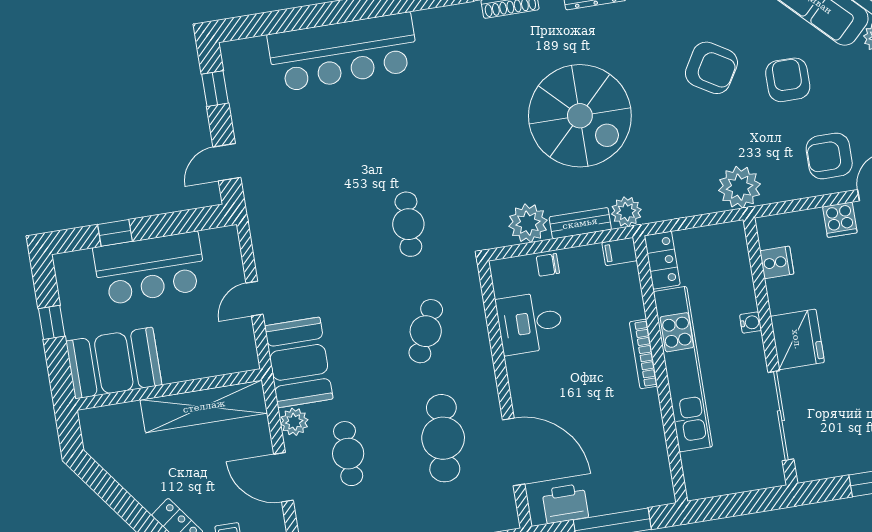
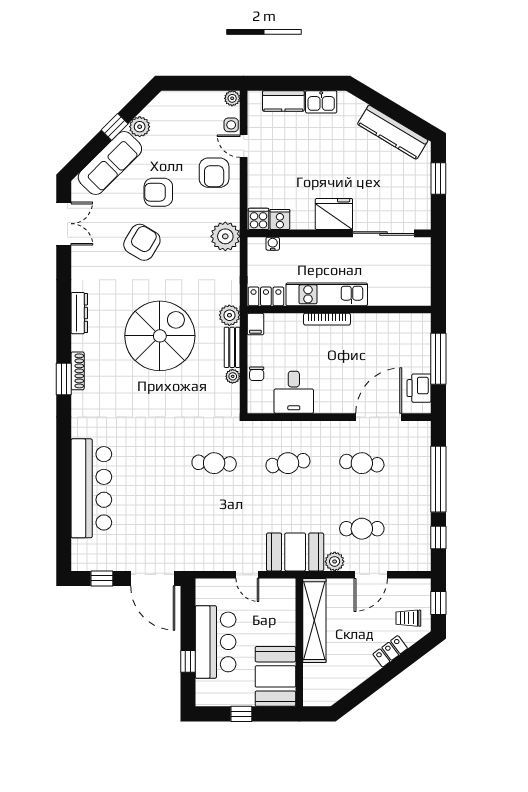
door: (227, 162) -> (153, 578), width x1.88
cooker: (840, 220) -> (259, 219), moved, turned -90
plant: (528, 223) -> (233, 376), width x0.53, depth x0.53
water cooler: (751, 323) -> (273, 244), moved
cafe table: (426, 331) -> (288, 463), turned -33
kitchen unit: (683, 369) -> (327, 294), width x0.73
cafe table: (443, 438) -> (362, 463), width x0.73, depth x0.74

